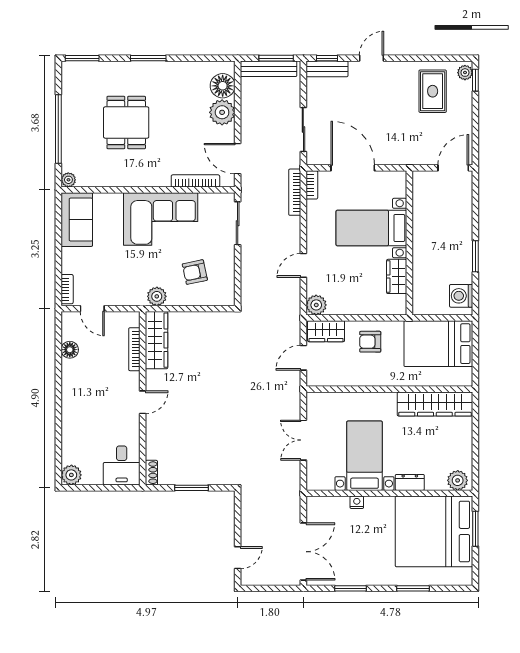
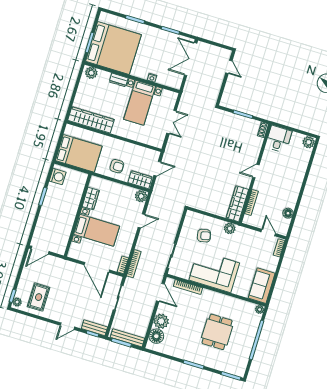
door: (238, 558) -> (229, 67), swing flipped

